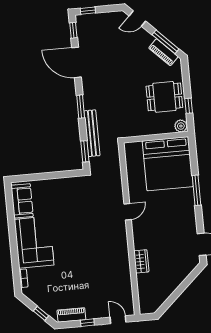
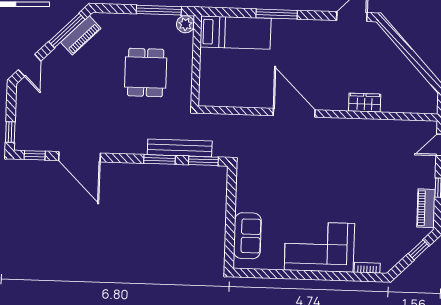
door: (76, 62) -> (79, 157), hinge flipped
dining table: (164, 97) -> (146, 73), moved
window: (189, 106) -> (159, 10), width x2.17
window: (81, 107) -> (159, 159), moved
bed: (168, 164) -> (236, 33), width x0.49
sofa: (22, 201) -> (247, 236), moved, turned 90
door: (128, 212) -> (294, 113), width x1.87

